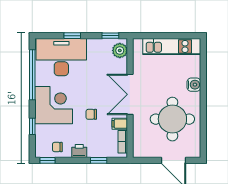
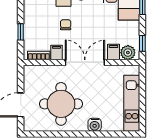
filing cabinet: (119, 65) -> (114, 52), added
printer: (79, 151) -> (30, 13), removed

